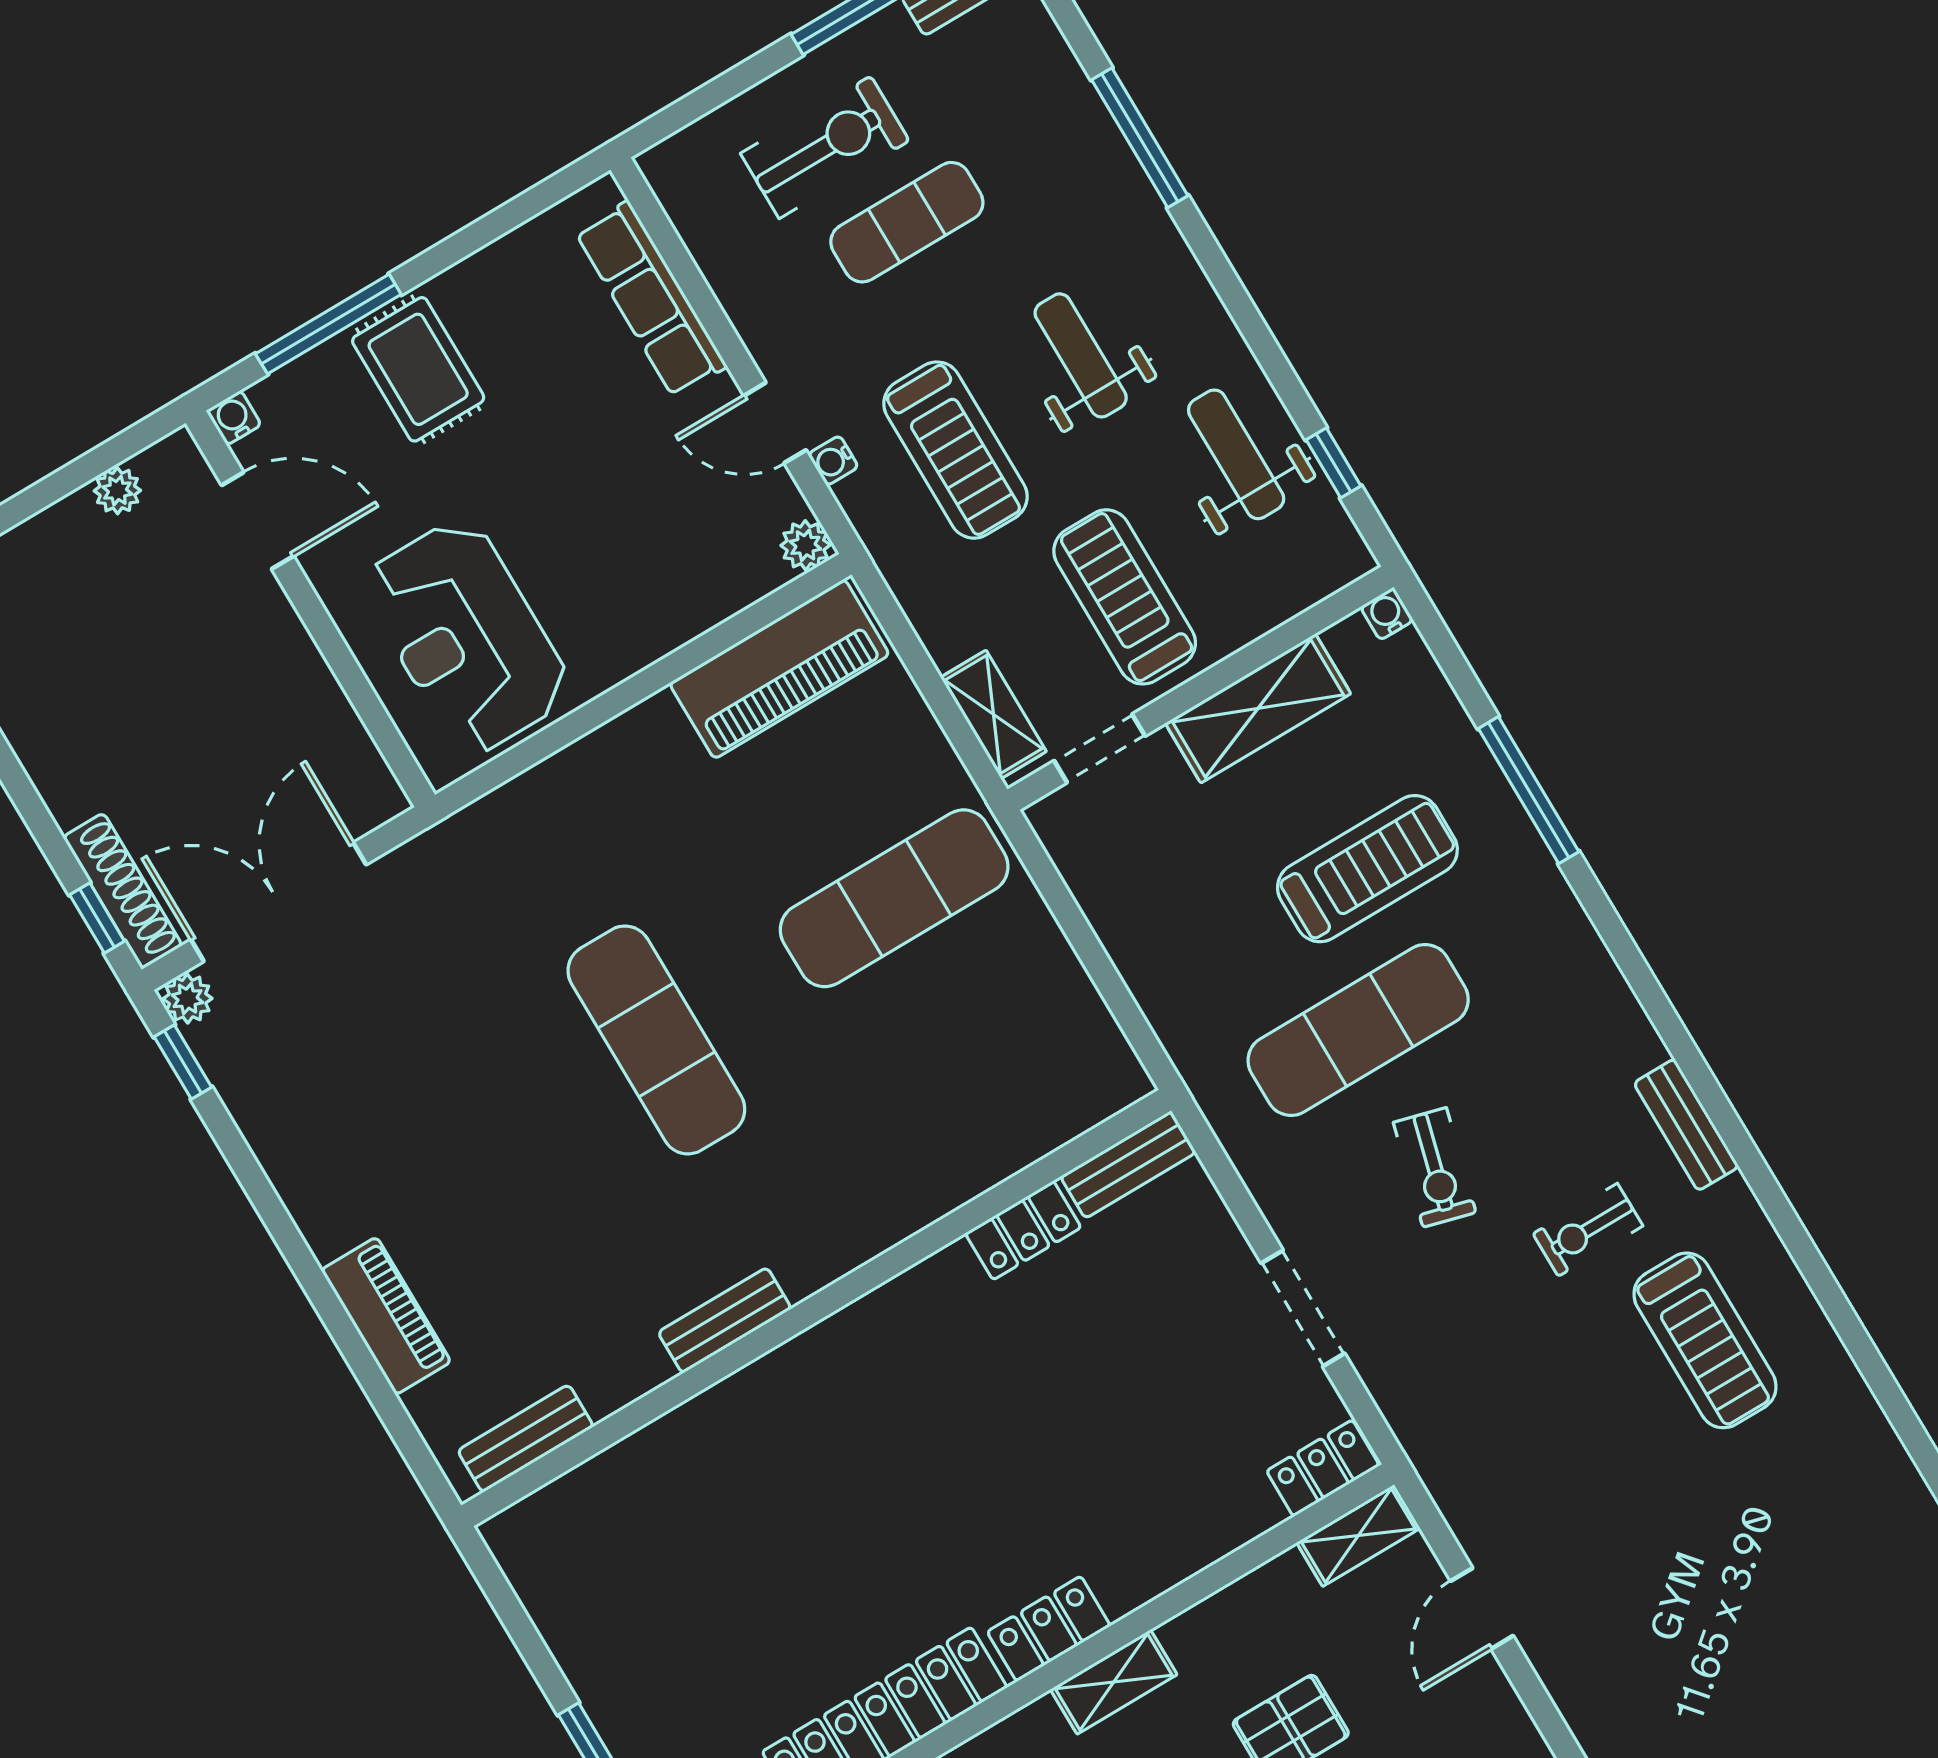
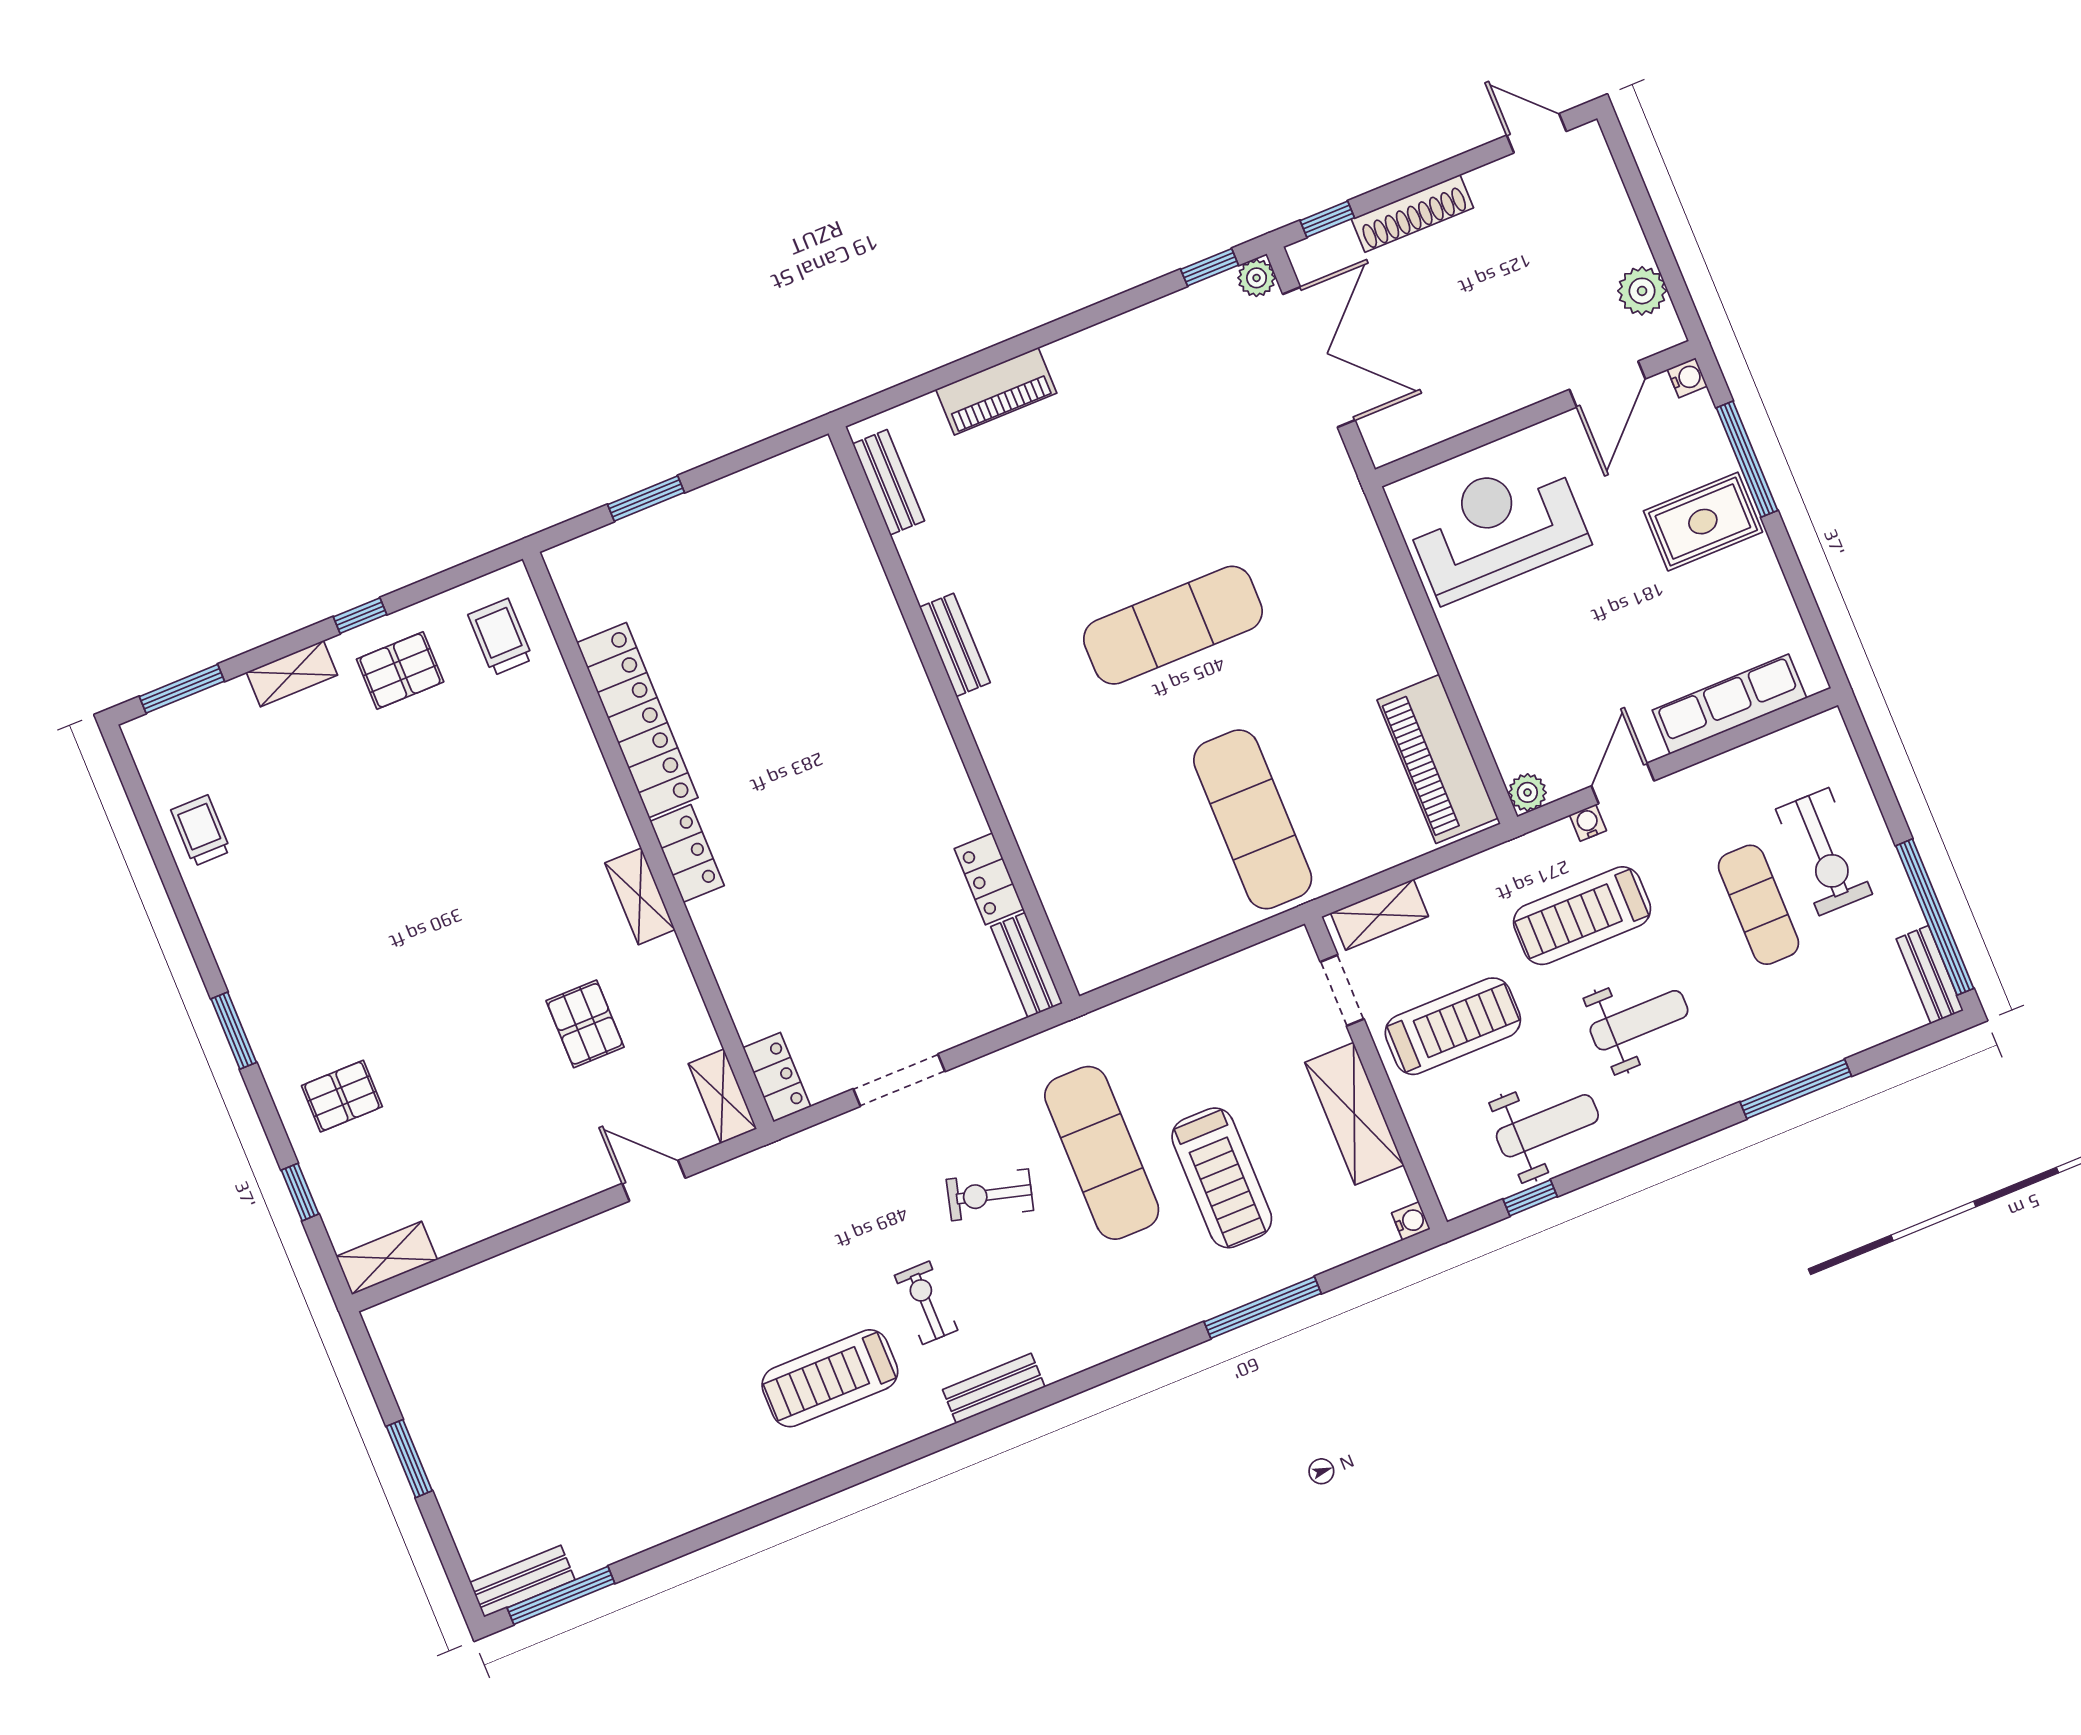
plant: (117, 491) -> (1642, 291), width x1.38, depth x1.38
shoe rack: (123, 891) -> (1412, 213), moved

